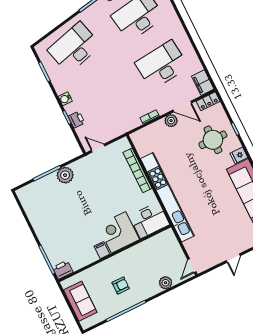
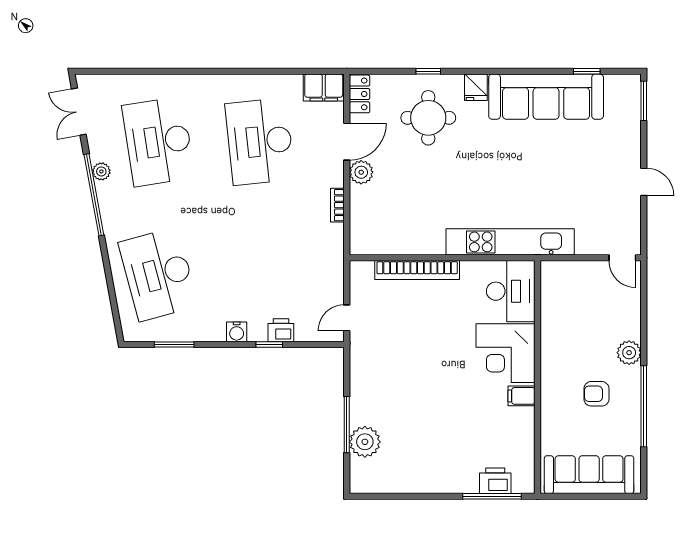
plant: (65, 175) -> (365, 442), moved
kitchen unit: (167, 197) -> (510, 242), width x0.73
printer: (63, 270) -> (495, 481), moved, turned 90
plant: (166, 283) -> (629, 353), moved
armchair: (121, 285) -> (596, 394), turned -90
sofa: (80, 301) -> (589, 475), width x1.36

